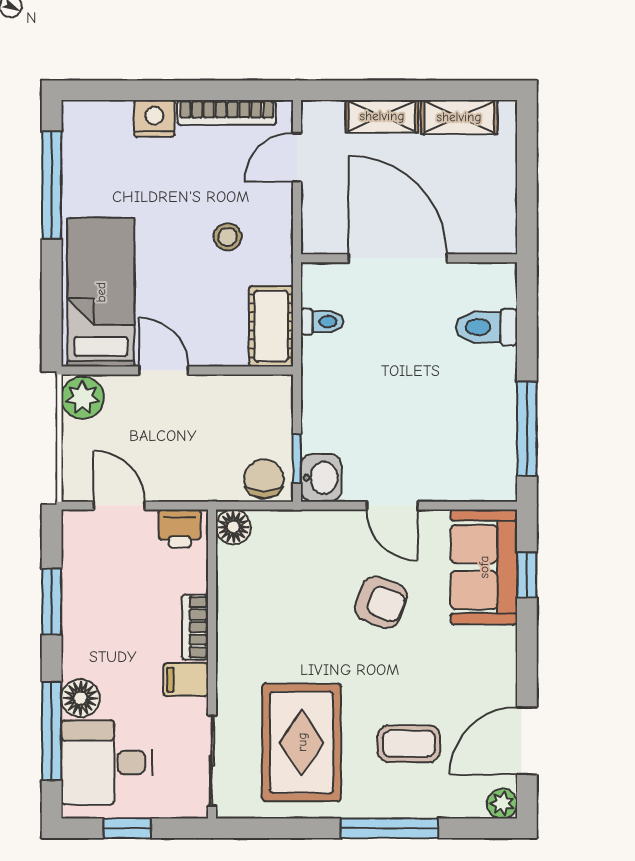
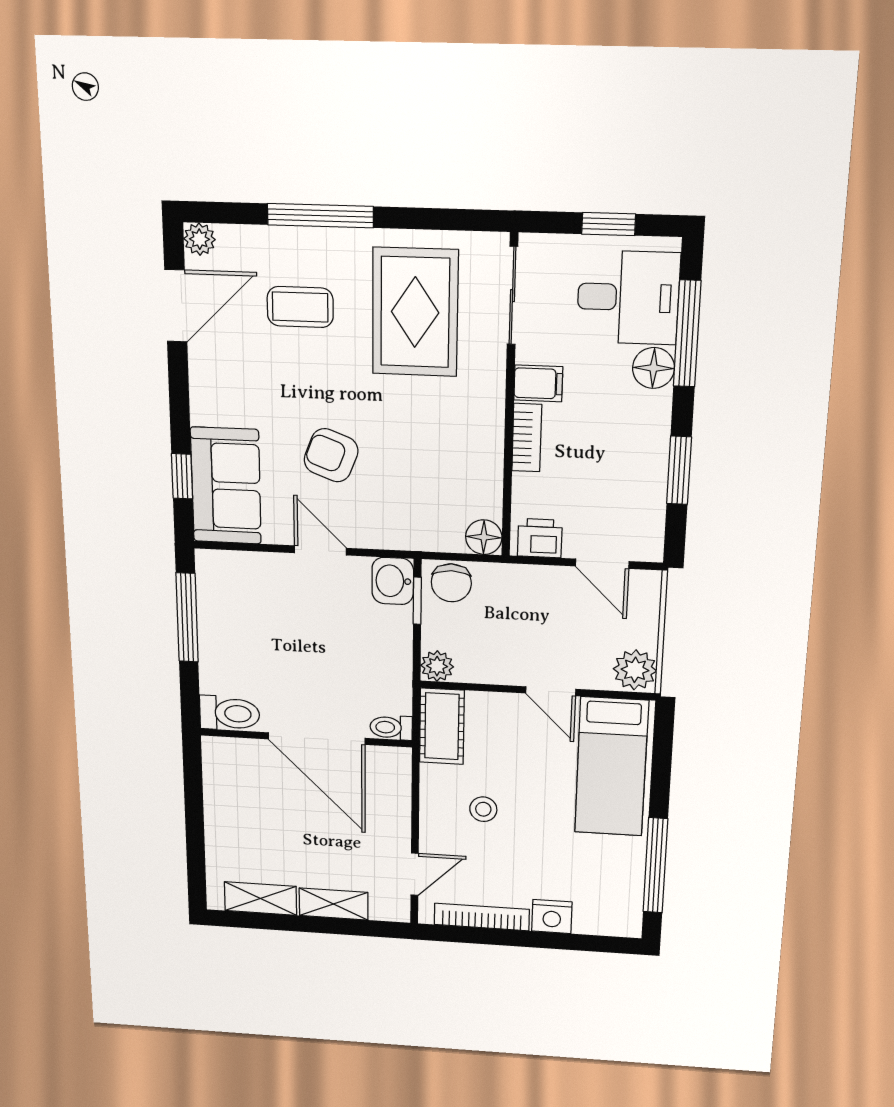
door: (398, 258) -> (317, 739), moved
wall: (409, 258) -> (306, 738), moved
plant: (277, 391) -> (437, 666), added

